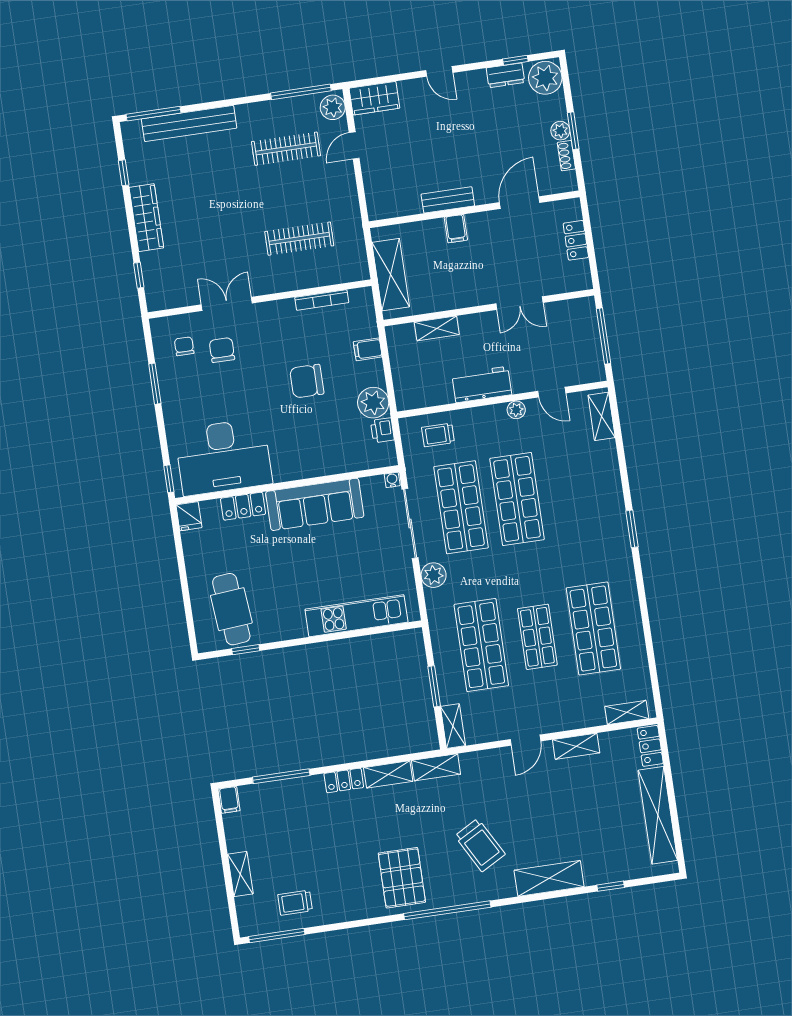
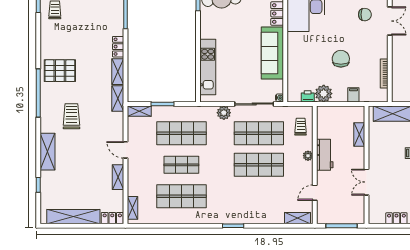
plant: (516, 410) -> (308, 156), moved
trolley: (480, 845) -> (71, 116), turned 119

